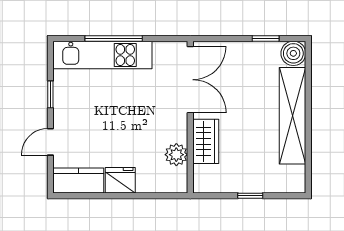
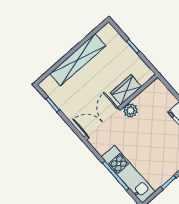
boiler: (293, 53) -> (48, 85), removed
plant: (176, 155) -> (130, 110), moved

